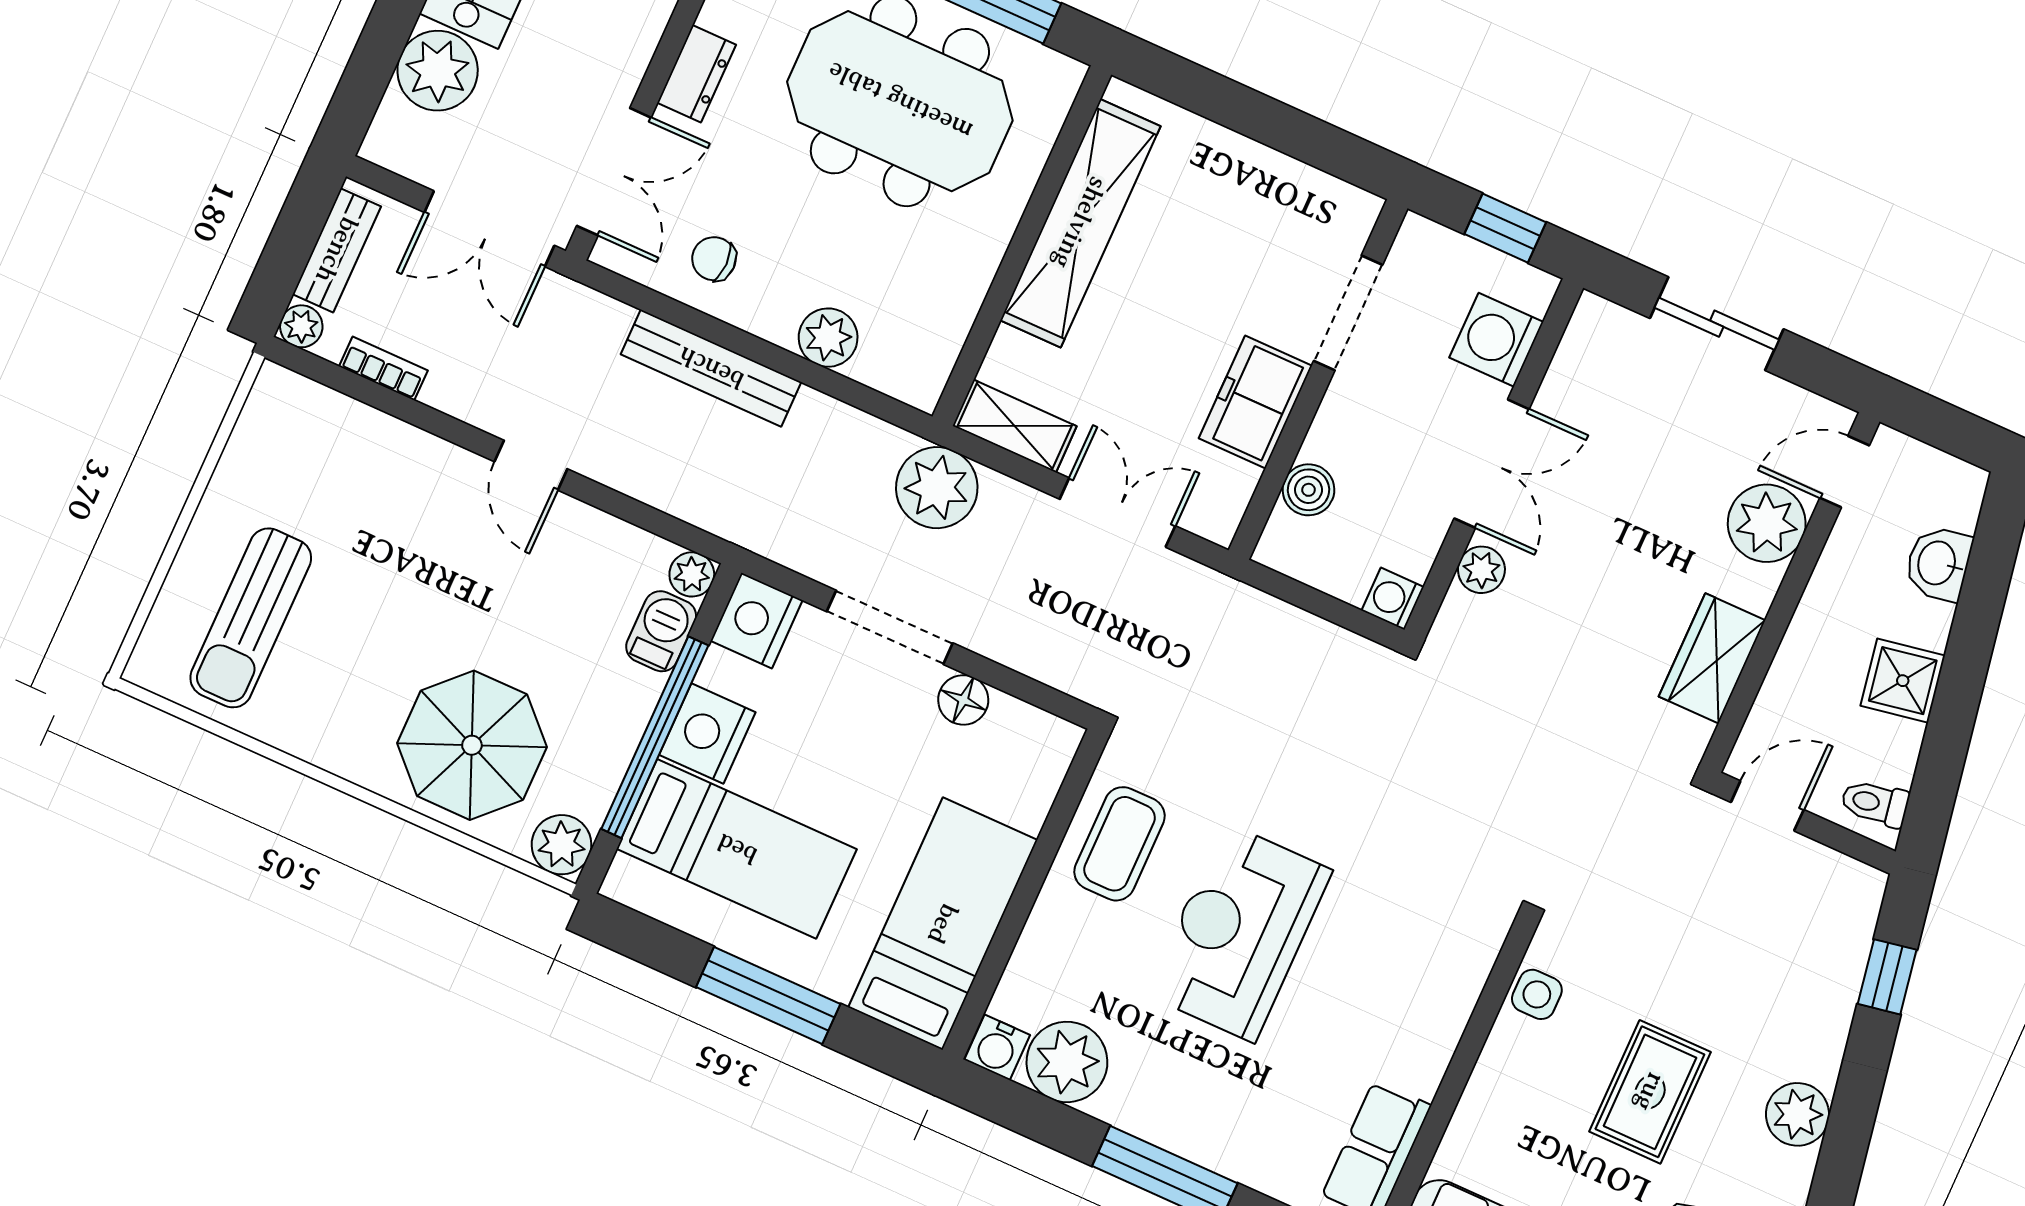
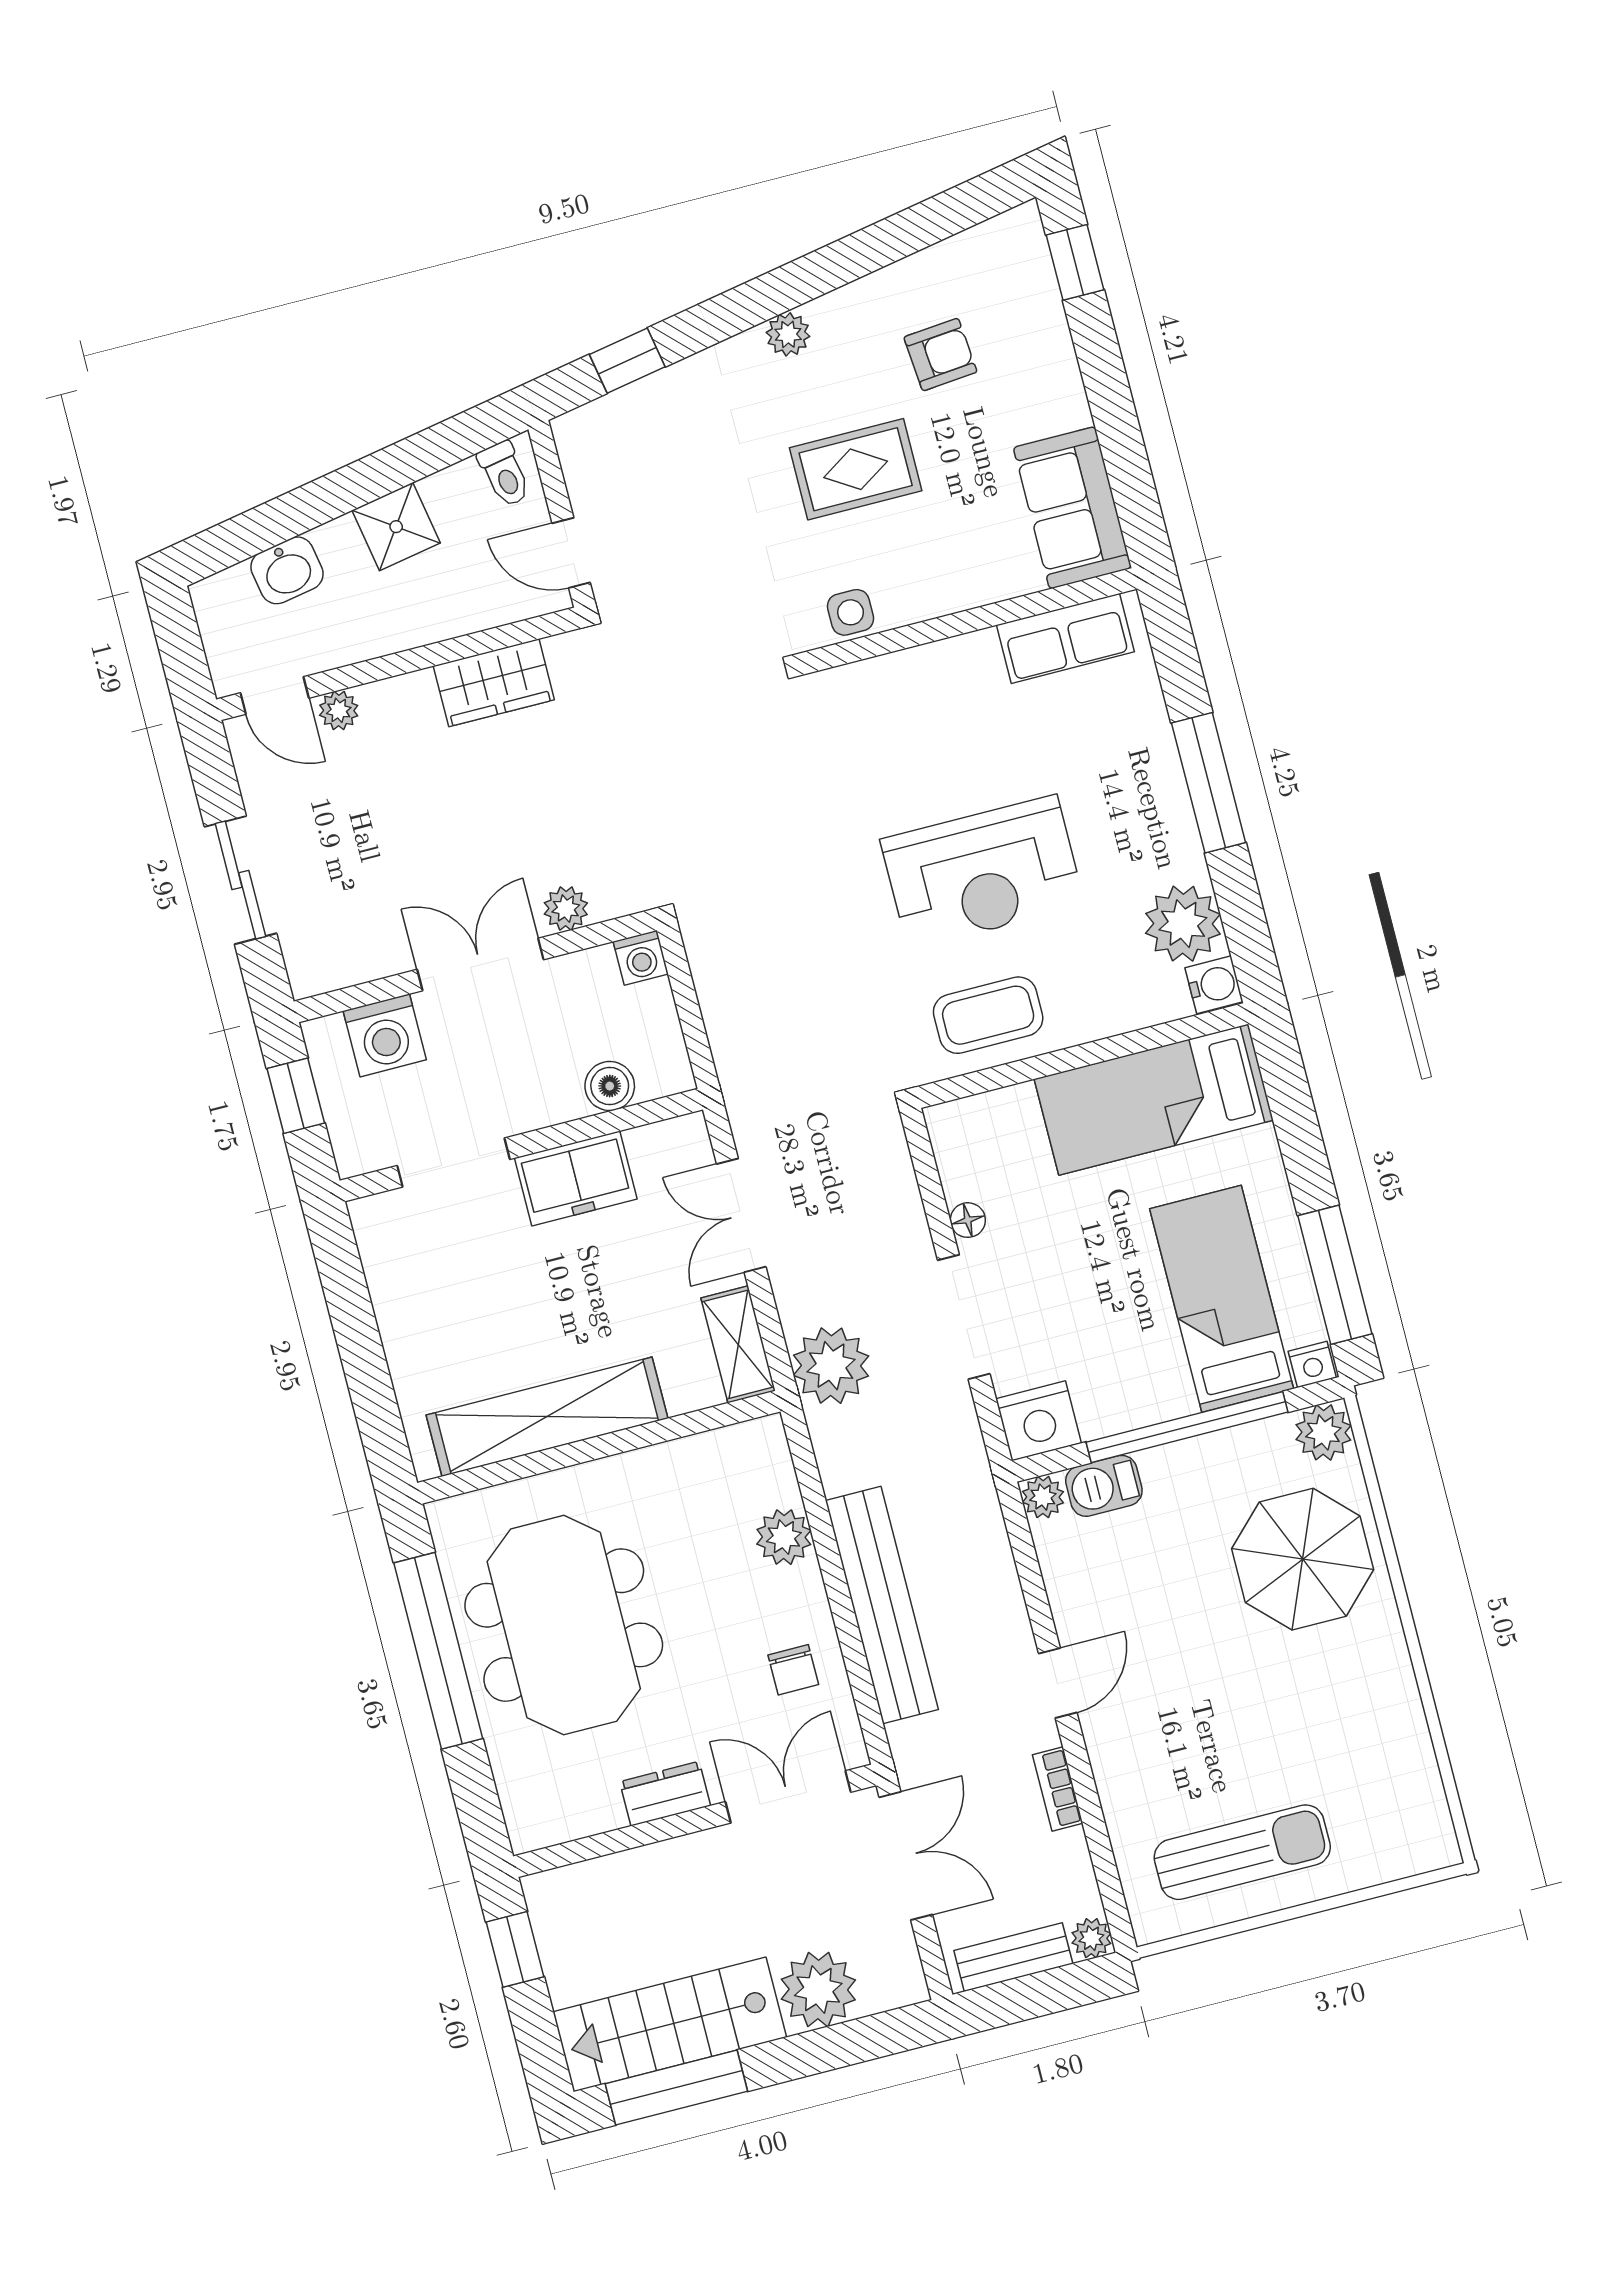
bookcase: (383, 368) -> (1058, 1789), moved
bench: (711, 368) -> (882, 1605), width x1.37, depth x1.21
plant: (1767, 523) -> (339, 710), width x0.53, depth x0.53
sun lounger: (251, 618) -> (1242, 1852), moved
floor lamp: (963, 700) -> (968, 1220), width x0.73, depth x0.73
nightstand: (707, 734) -> (1312, 1364), moved, width x0.53, depth x0.56
window: (768, 996) -> (1335, 1275), moved
plant: (1797, 1114) -> (788, 334), width x0.73, depth x0.73

